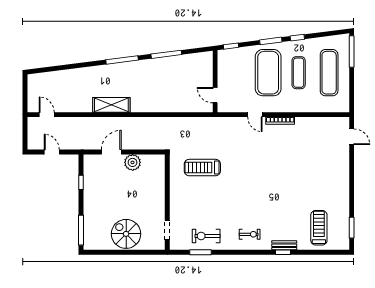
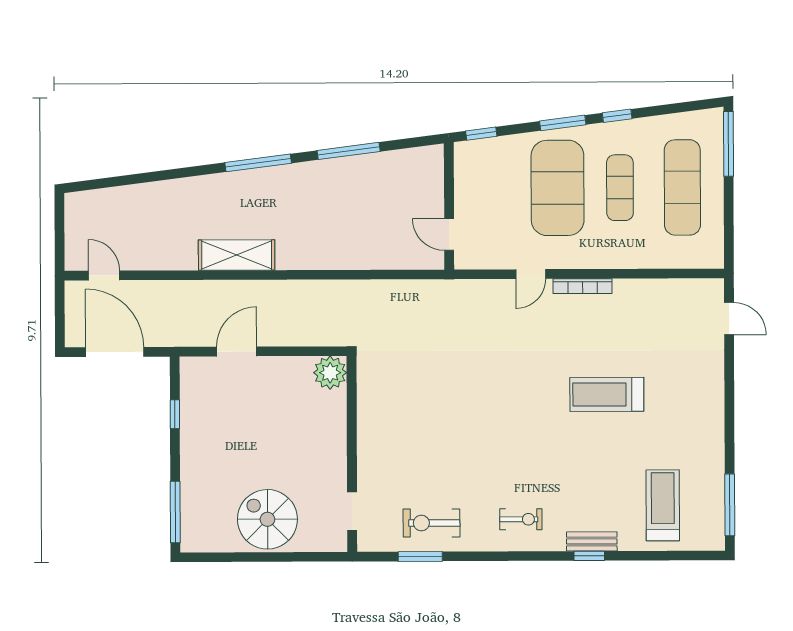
door: (255, 115) -> (531, 274), hinge flipped
door: (52, 152) -> (115, 352), width x1.87
plant: (133, 162) -> (330, 373), moved
treadmill: (202, 168) -> (607, 394), moved
window: (352, 228) -> (730, 505), width x1.44

